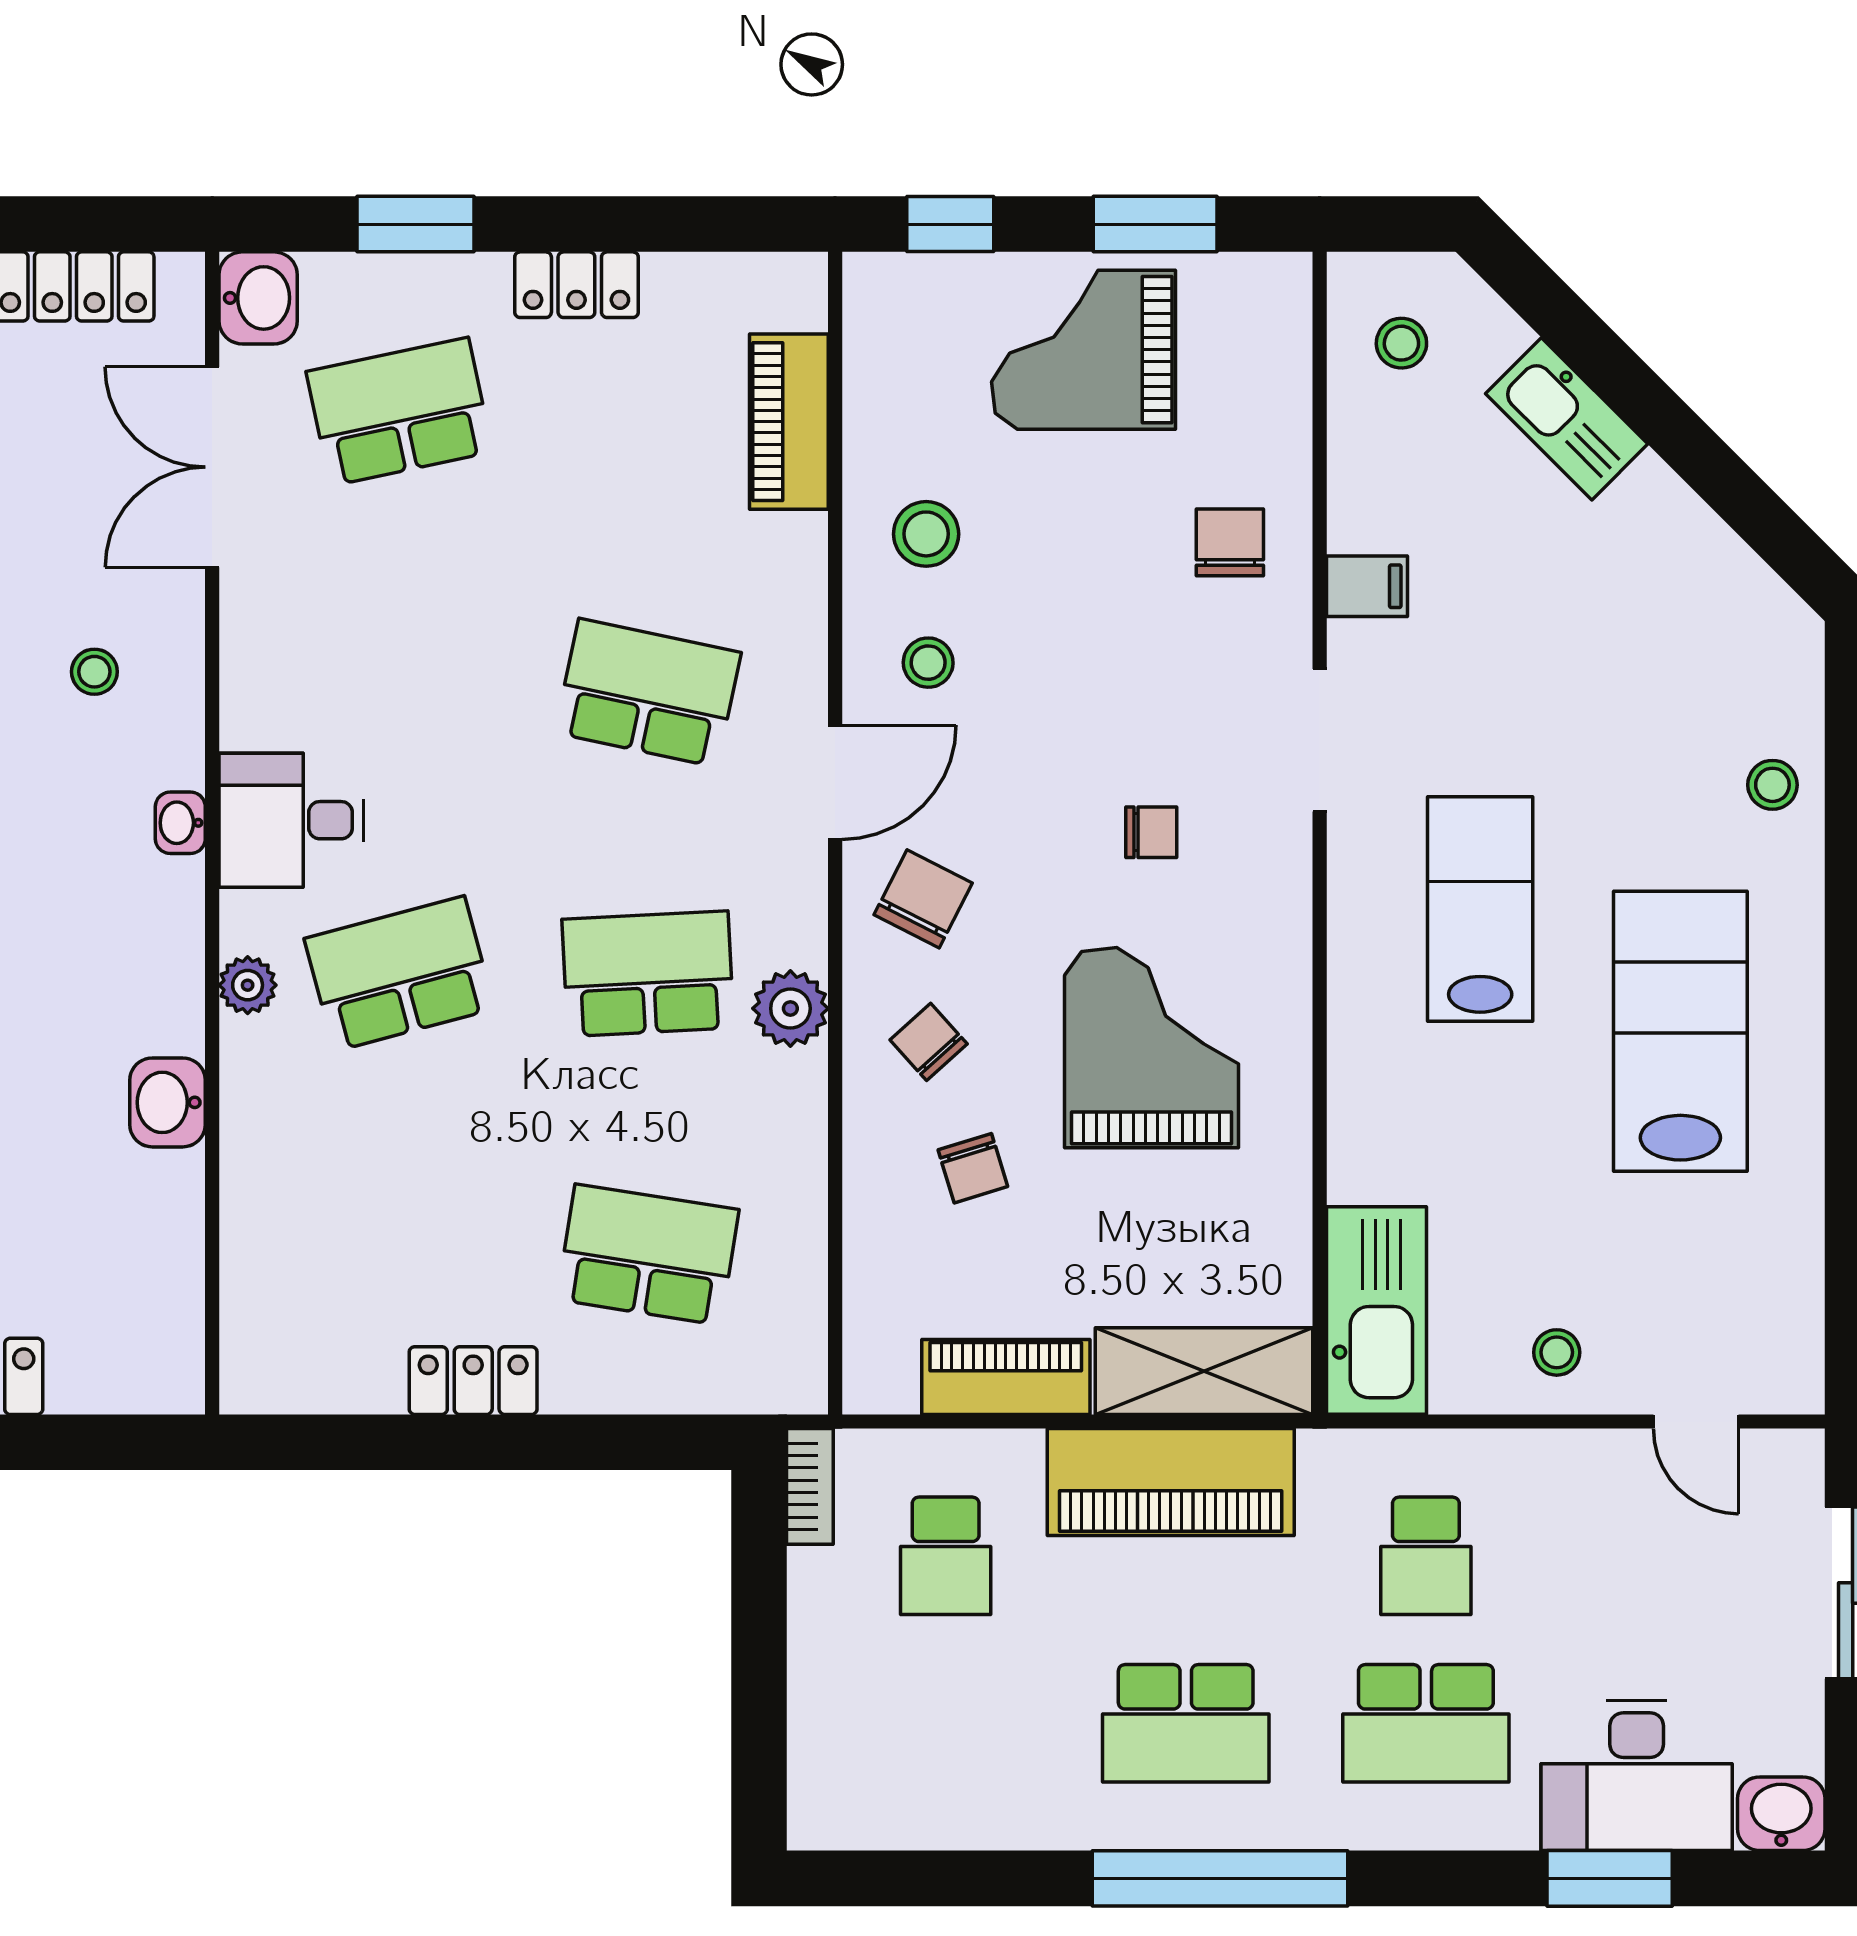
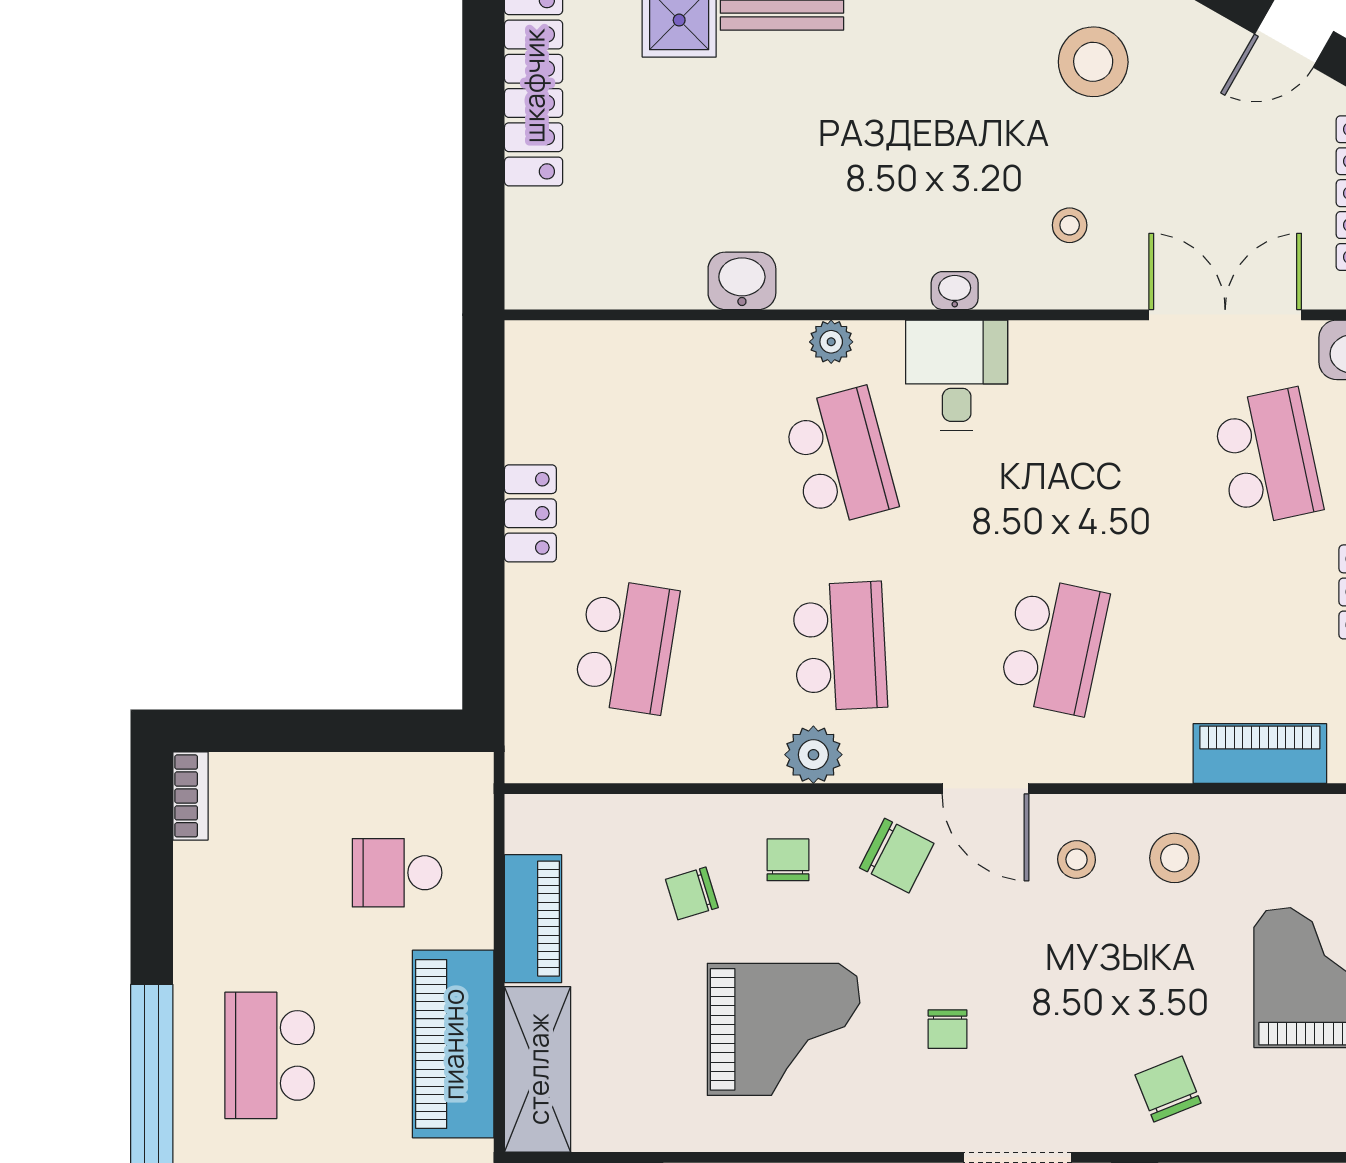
chair: (1230, 542) -> (1168, 1089), turned -112
chair: (929, 1042) -> (788, 860), turned -48
bookcase: (810, 1486) -> (190, 796), moved, turned -90

